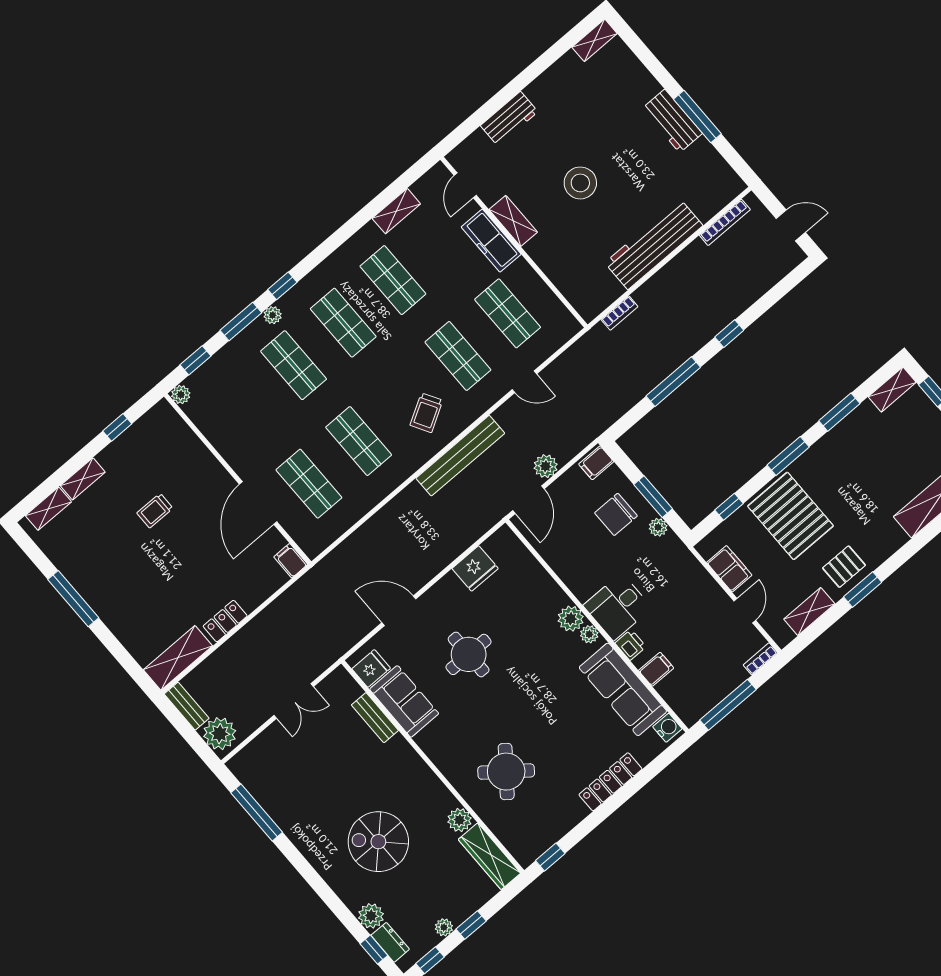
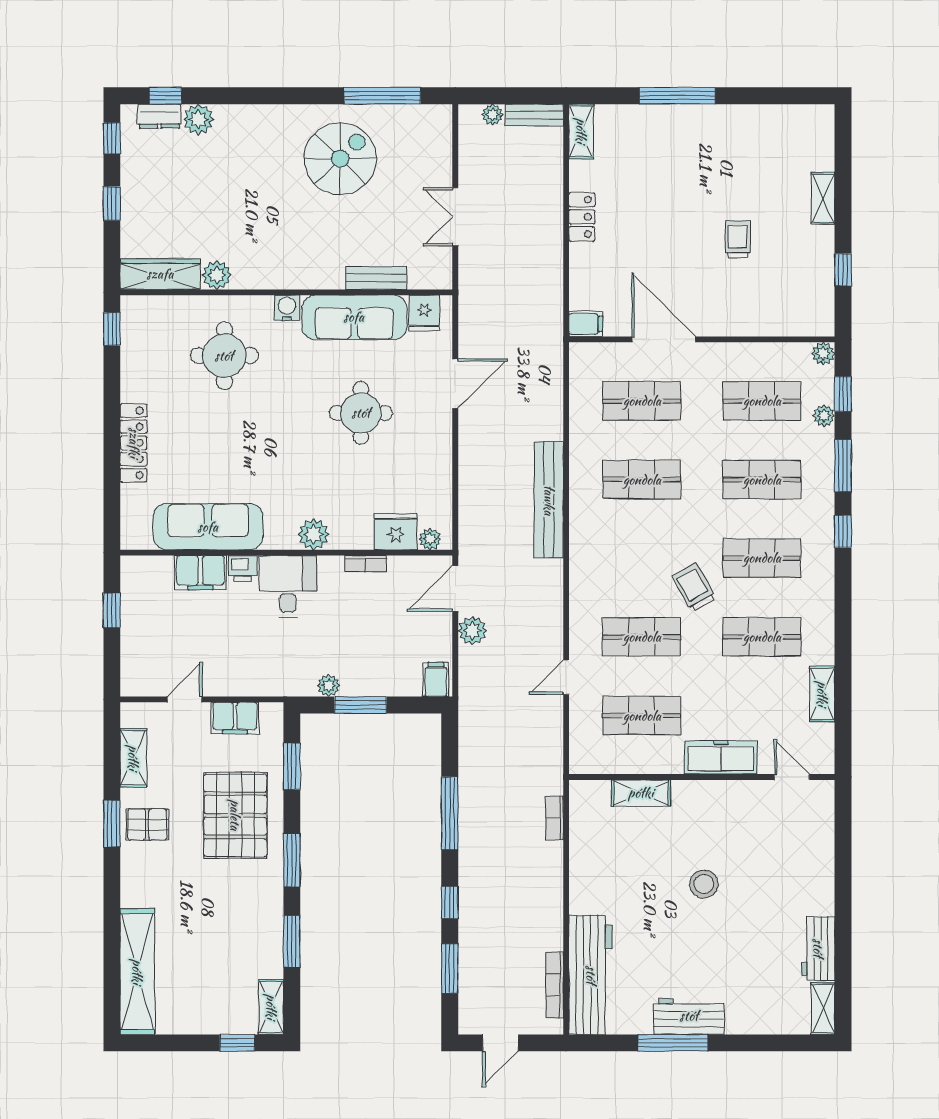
workbench: (509, 119) -> (818, 948), moved
stool: (580, 183) -> (704, 884), width x0.73, depth x0.73
shelving: (513, 221) -> (641, 793), moved
workbench: (654, 244) -> (591, 975), moved
window: (771, 298) -> (450, 969), added
plant: (273, 315) -> (824, 416), moved
shop shelf: (244, 408) -> (762, 401), added
trolley: (426, 413) -> (694, 587), moved
bench: (460, 456) -> (549, 500), moved
door: (528, 500) -> (455, 589), hinge flipped
window: (729, 507) -> (292, 766), width x1.50
shelving: (48, 509) -> (823, 143), removed
chair: (616, 514) -> (373, 657), removed
pallet: (790, 516) -> (235, 815), turned 90
pallet: (844, 567) -> (147, 825), turned 90
fridge: (475, 568) -> (396, 532), moved, turned 90
window: (73, 599) -> (677, 96), moved
door: (745, 611) -> (185, 699), swing flipped
plant: (589, 634) -> (430, 539), moved
shelving: (178, 658) -> (581, 131), width x0.67, depth x0.75
bookcase: (760, 659) -> (366, 564), moved, turned 90
filing cabinet: (656, 669) -> (201, 573), width x2.00
sofa: (404, 701) -> (354, 317), width x1.36
window: (728, 705) -> (112, 610), width x0.46
water cooler: (667, 728) -> (287, 308), moved, turned 180
plant: (220, 734) -> (493, 115), width x0.53, depth x0.53
round table: (506, 772) -> (224, 356), turned -38
spiral stairs: (378, 842) -> (340, 159), moved
plant: (444, 927) -> (131, 177), removed

